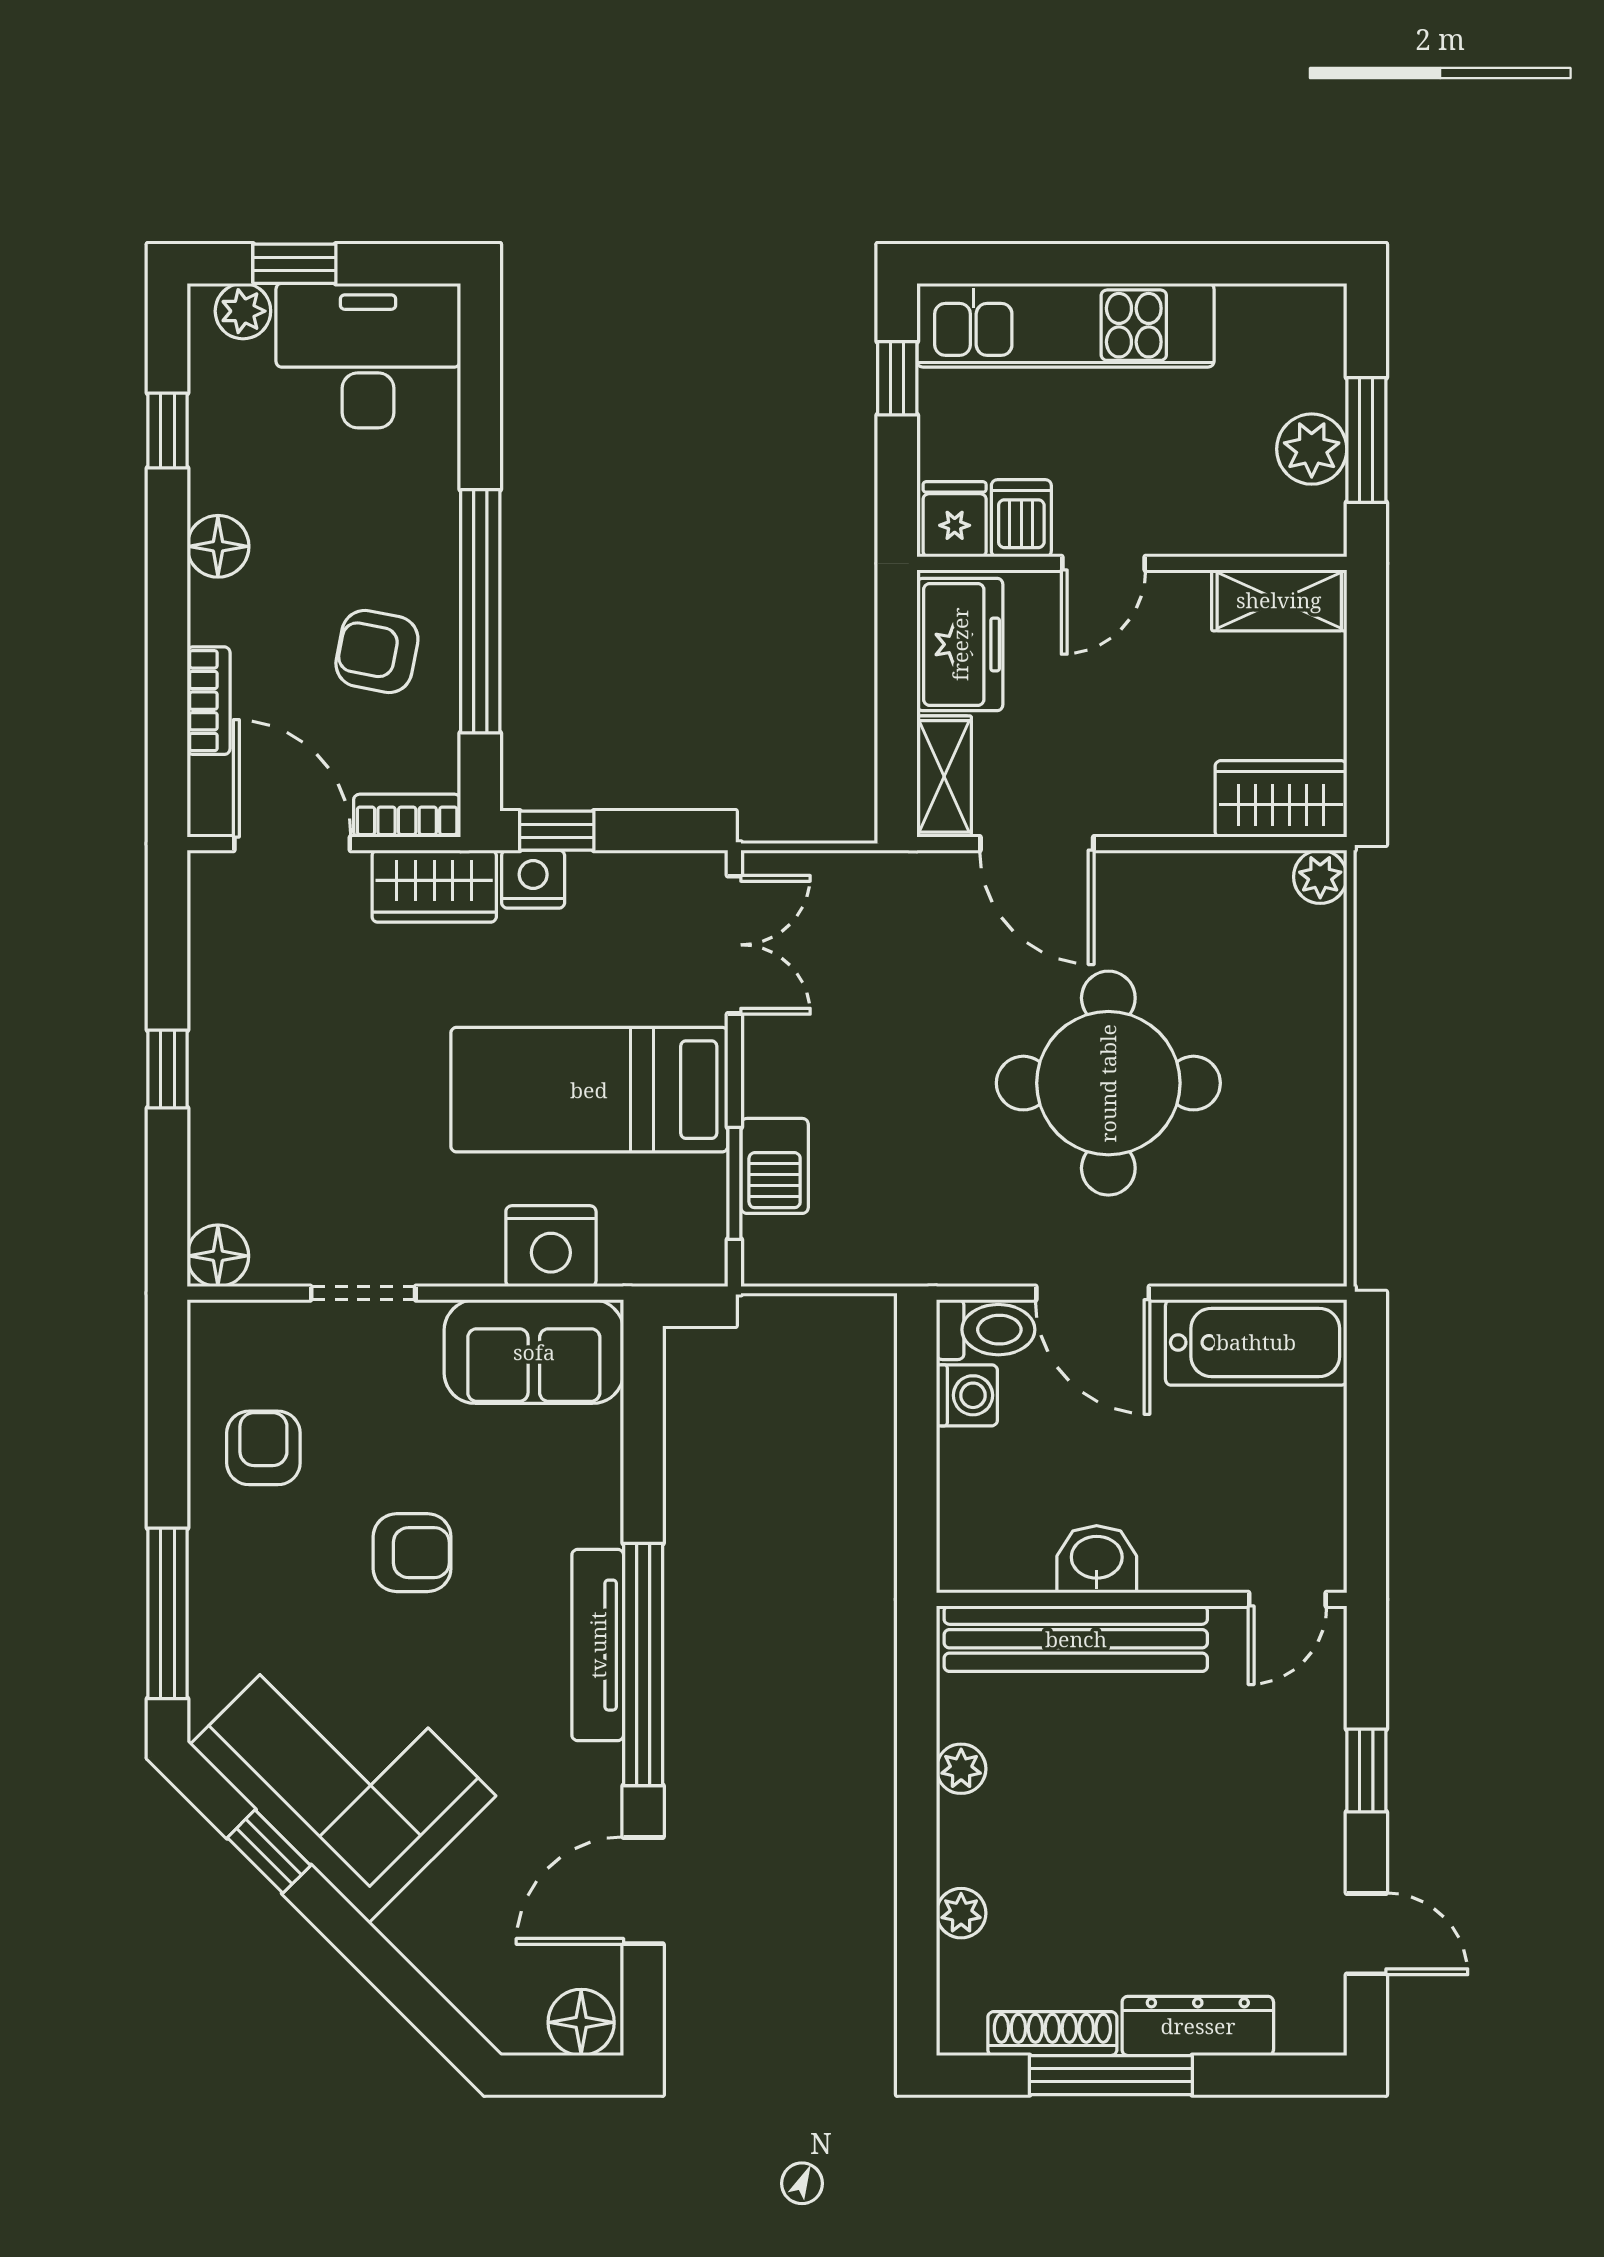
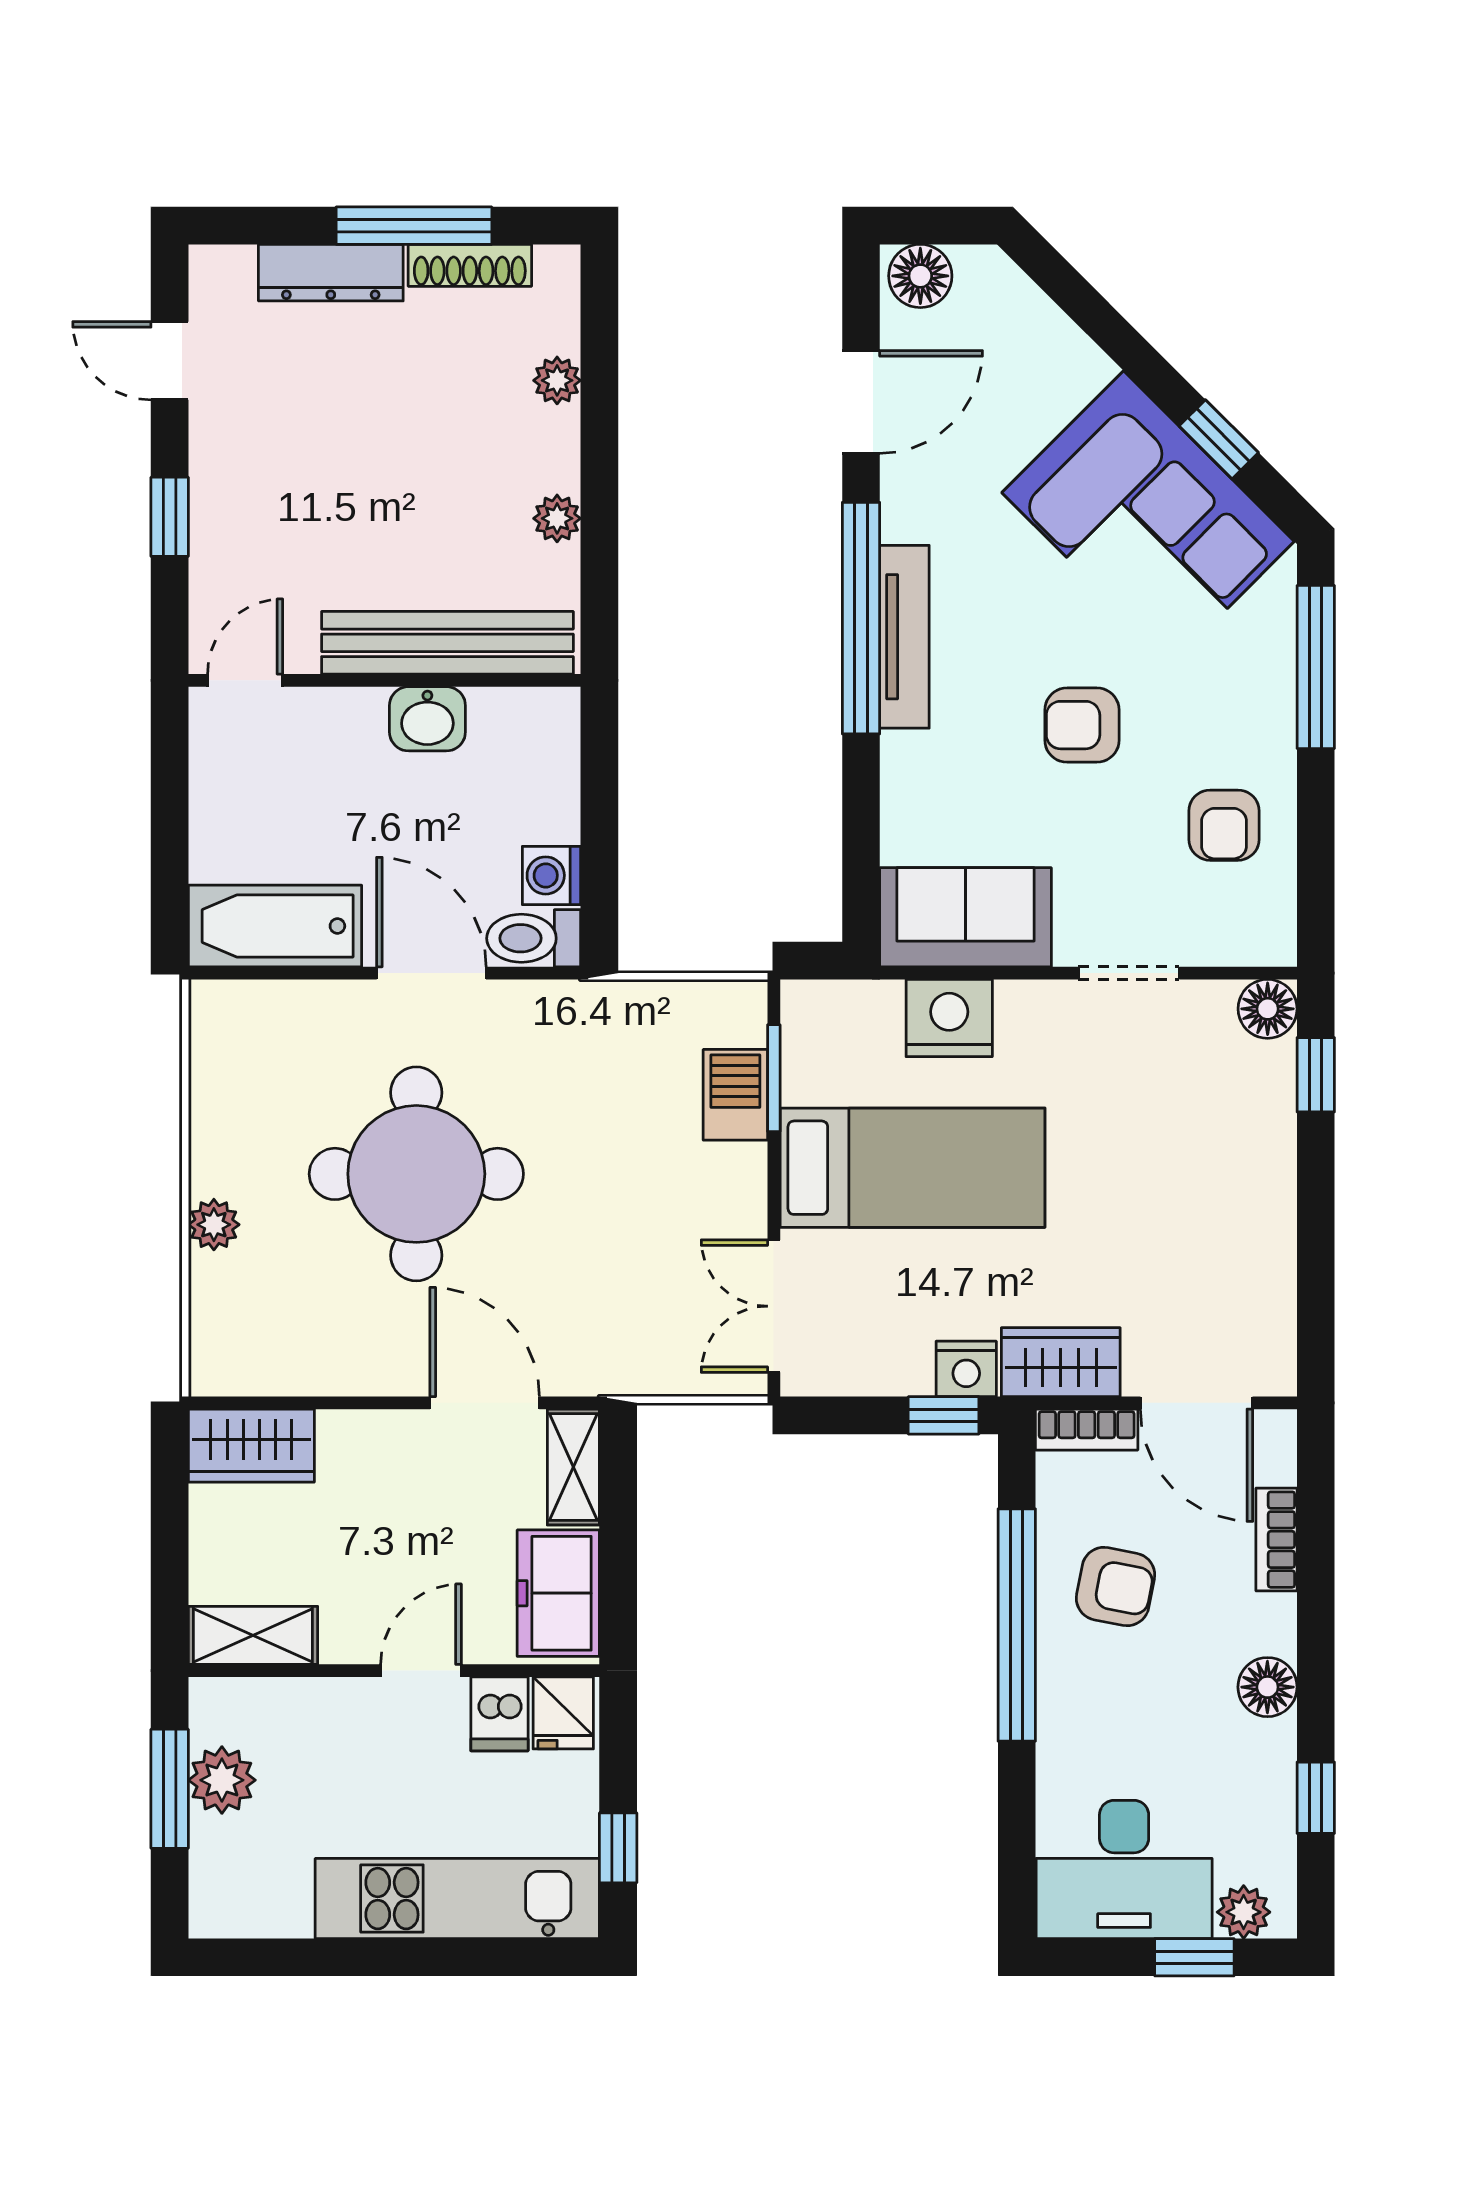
plant: (1320, 877) -> (214, 1225), moved
window: (167, 1069) -> (1316, 1075), moved

